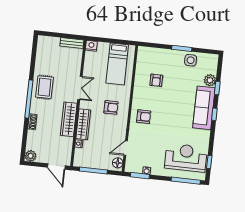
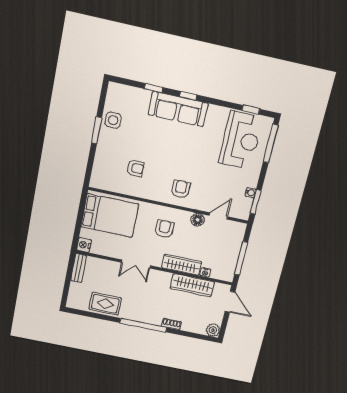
bed: (117, 64) -> (110, 215), width x1.50
plant: (210, 80) -> (142, 97), removed
rug: (45, 87) -> (105, 304), moved
double door: (80, 88) -> (136, 264), swing flipped
wardrobe: (69, 119) -> (192, 285), moved
door: (126, 148) -> (218, 216), swing flipped
reception desk: (186, 158) -> (241, 140), turned 180
floor lamp: (118, 163) -> (198, 220), moved
door: (56, 167) -> (230, 302), hinge flipped

